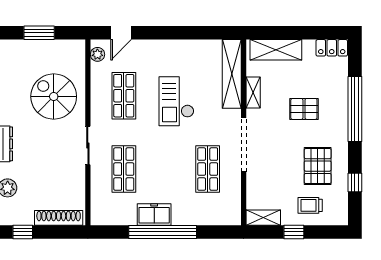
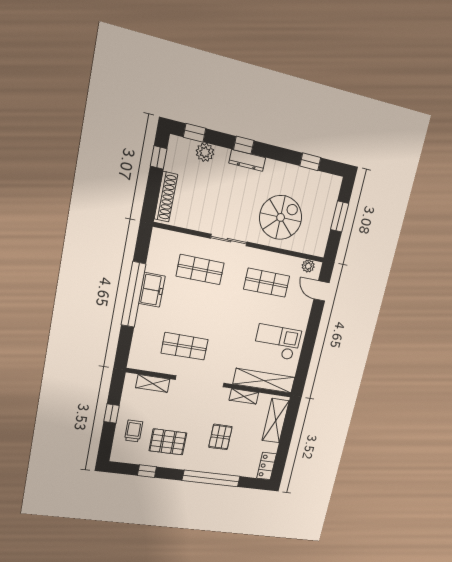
checkout: (176, 101) -> (277, 342), moved
shelving: (263, 218) -> (153, 383), moved, turned 90

